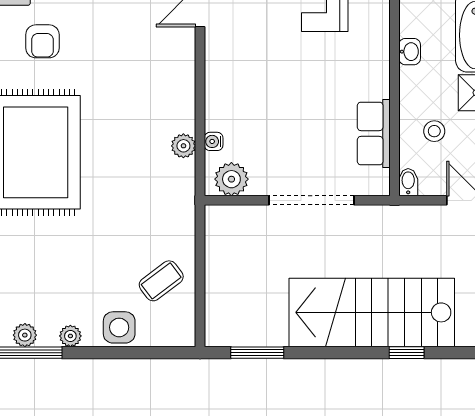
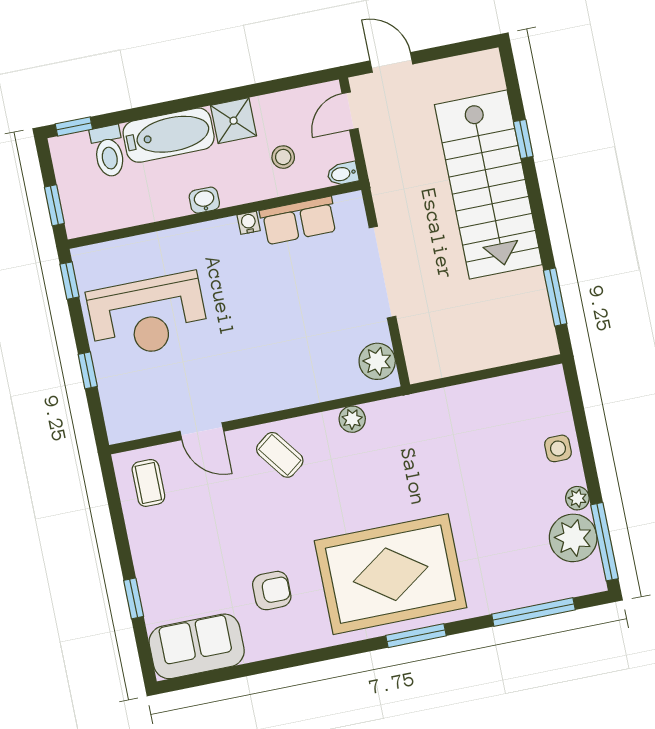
water cooler: (214, 141) -> (249, 223), moved, turned 180
coffee table: (161, 281) -> (280, 455), moved
side table: (119, 327) -> (558, 448), width x0.73, depth x0.73
plant: (25, 335) -> (573, 538), width x1.87, depth x1.87

